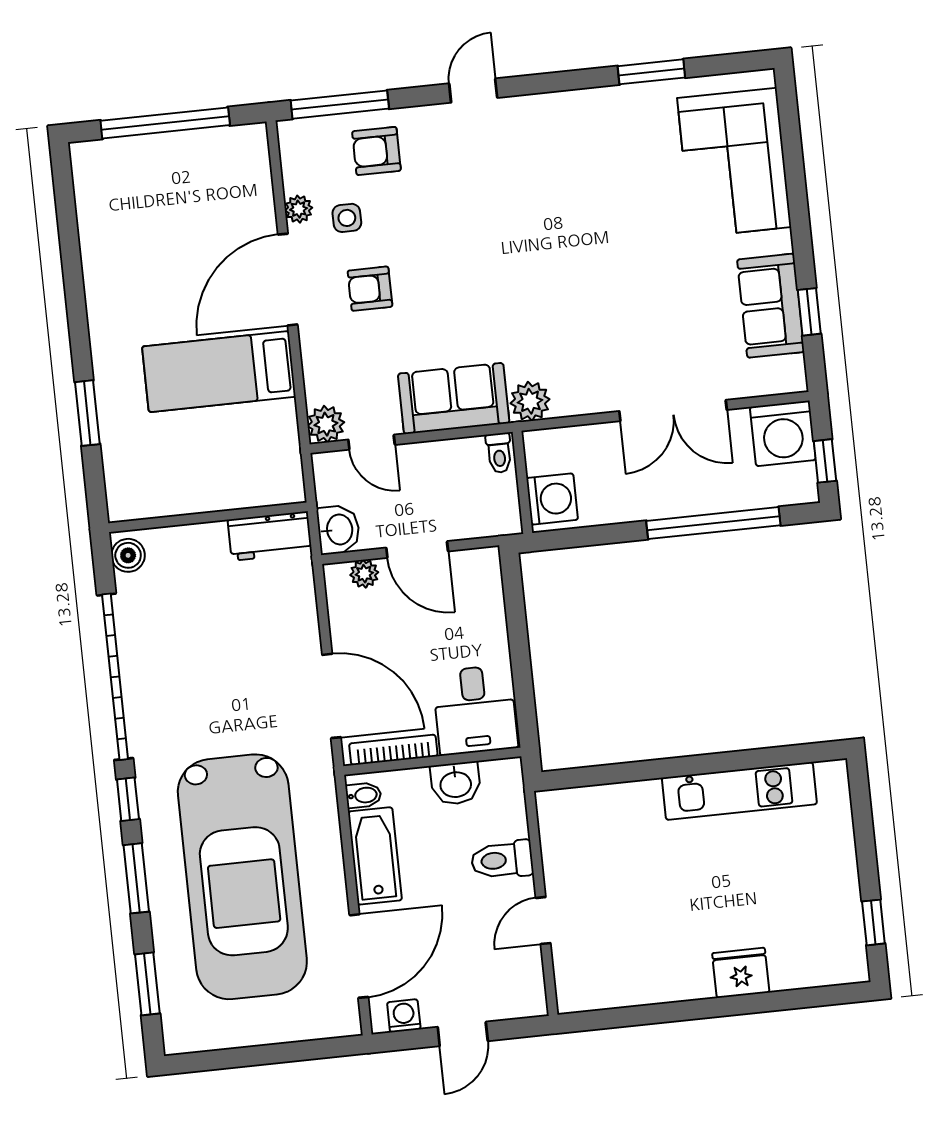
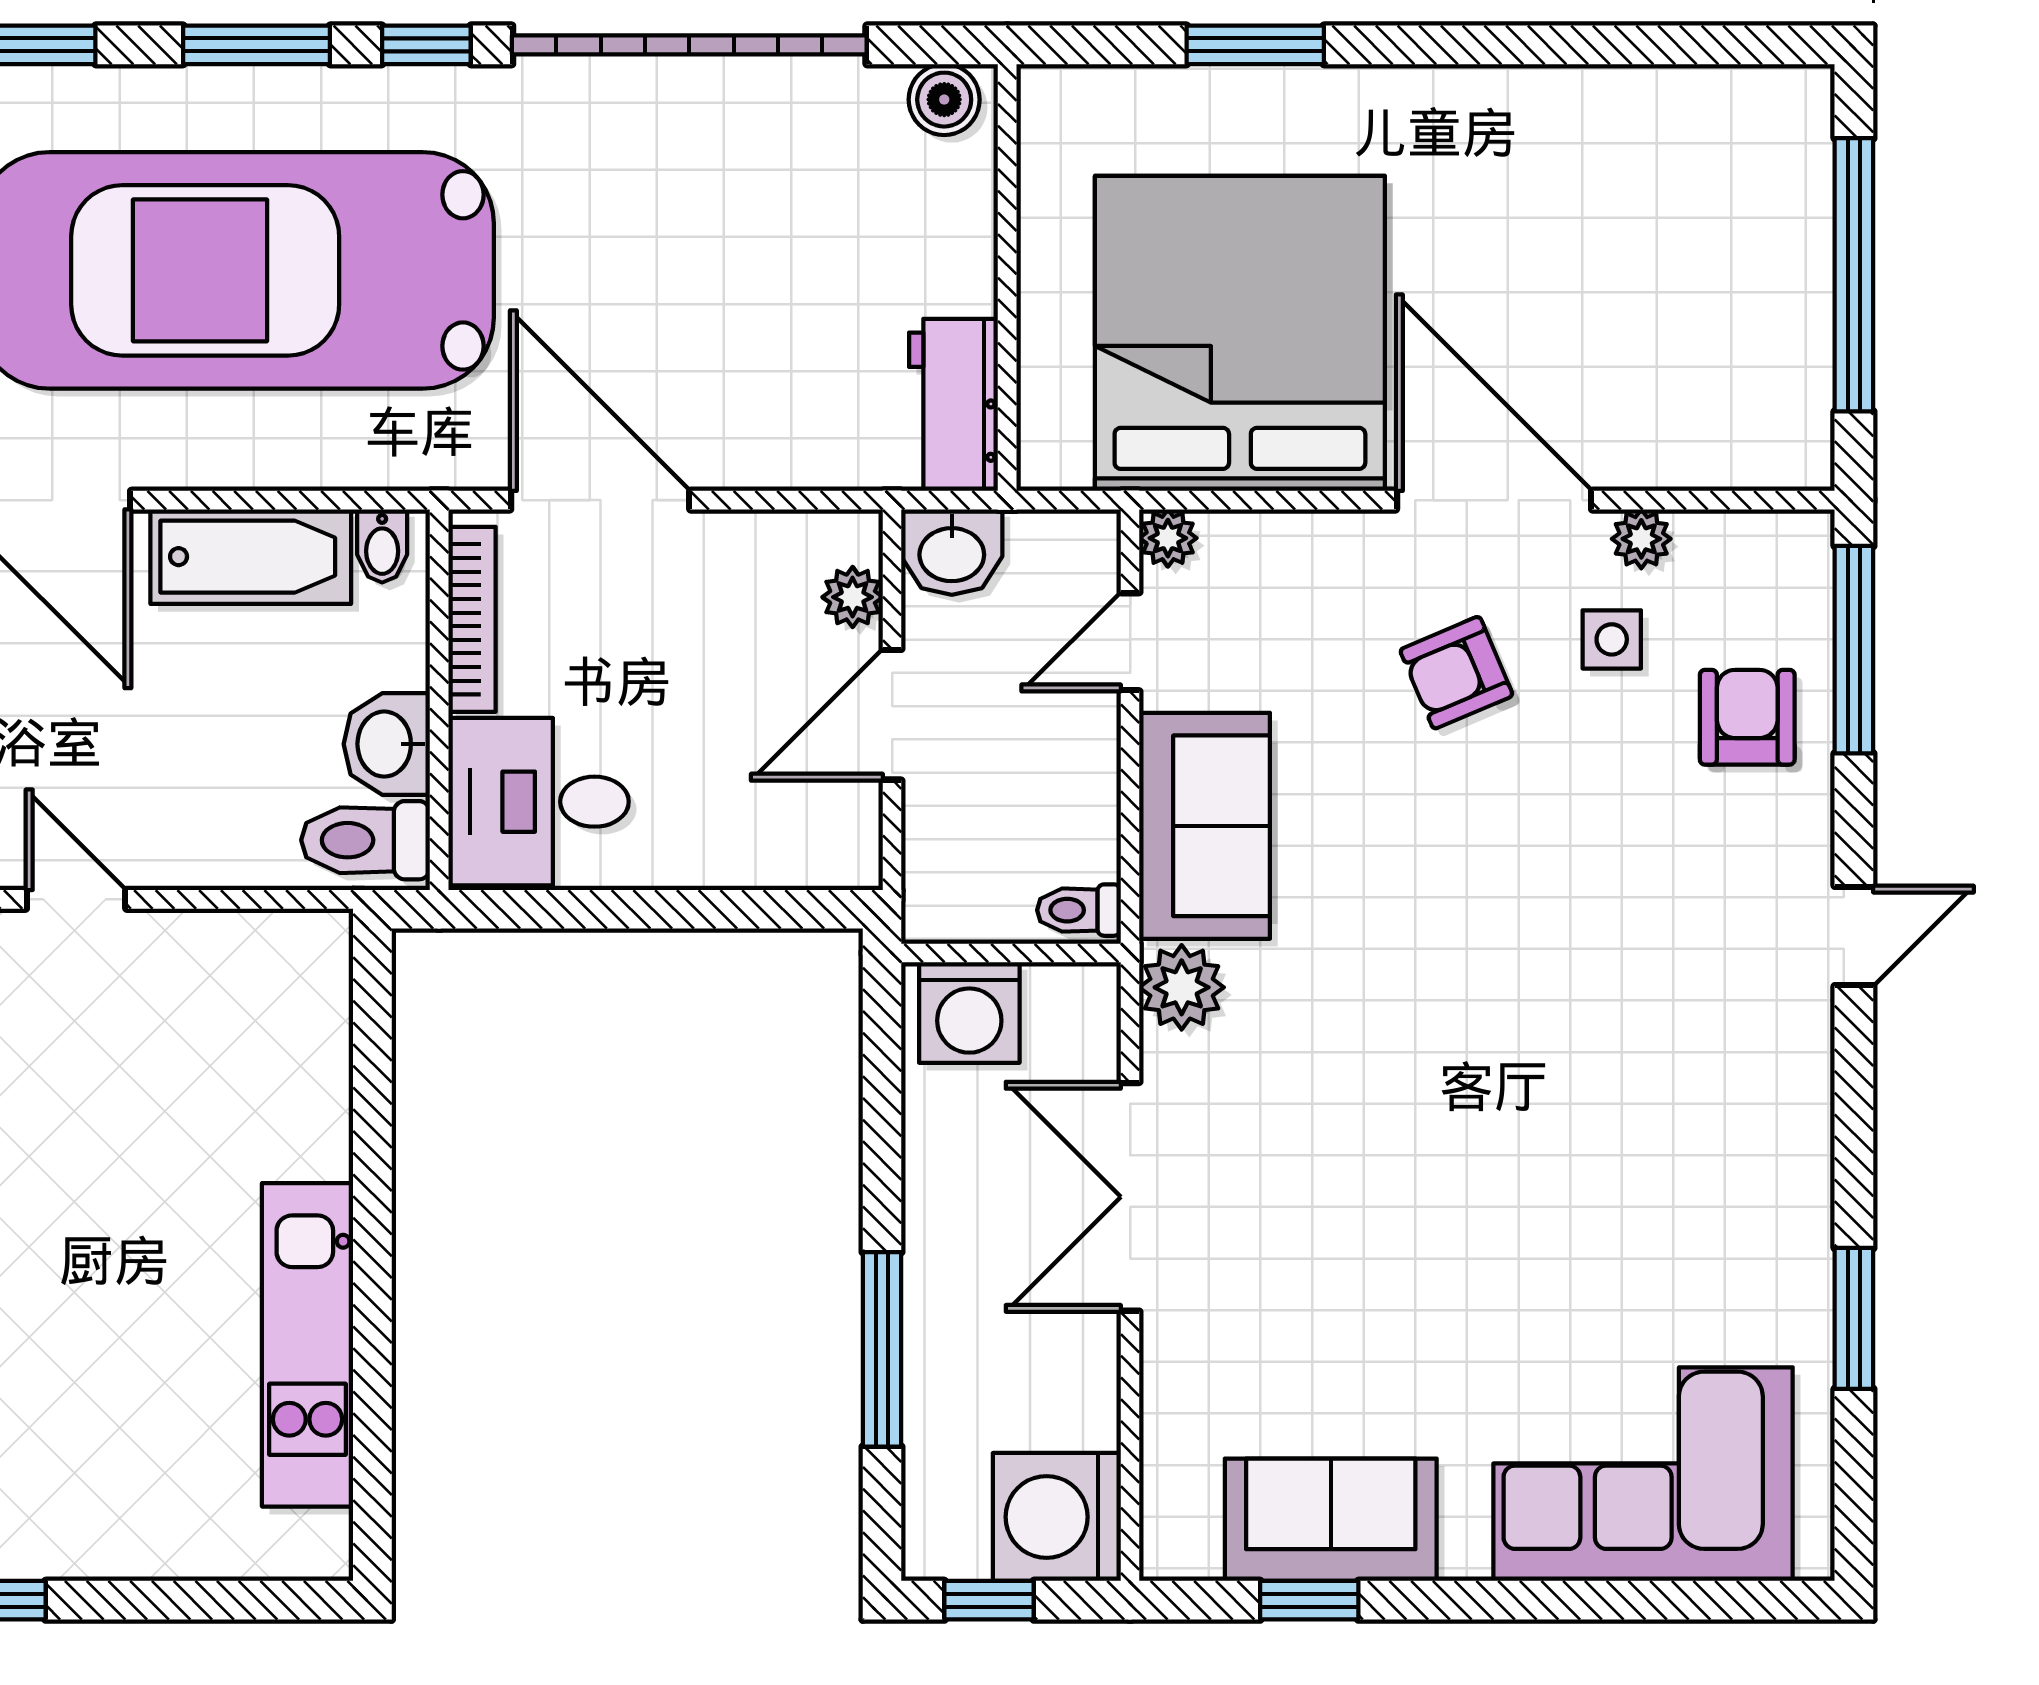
door: (473, 91) -> (1854, 936), hinge flipped
armchair: (370, 289) -> (1456, 673), turned -113
bed: (219, 372) -> (1240, 333), width x2.04
double door: (673, 411) -> (1130, 1197), moved
plant: (326, 424) -> (1168, 538), width x0.73, depth x0.73
window: (713, 523) -> (882, 1349), width x0.68
door: (332, 696) -> (600, 500), swing flipped
toilet: (502, 860) -> (366, 840), moved, turned -90

